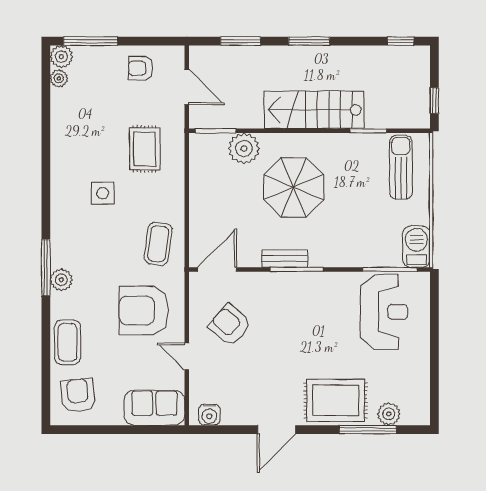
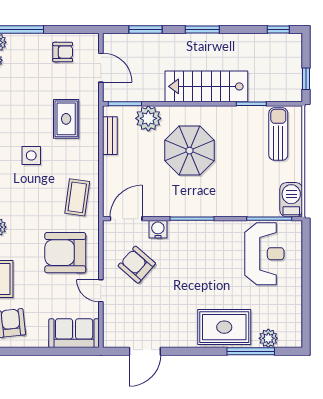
armchair: (140, 68) -> (63, 52), turned 180
bench: (285, 259) -> (110, 136), moved, turned 90
water cooler: (209, 415) -> (158, 229), moved, turned 180
door: (277, 430) -> (145, 351), moved

